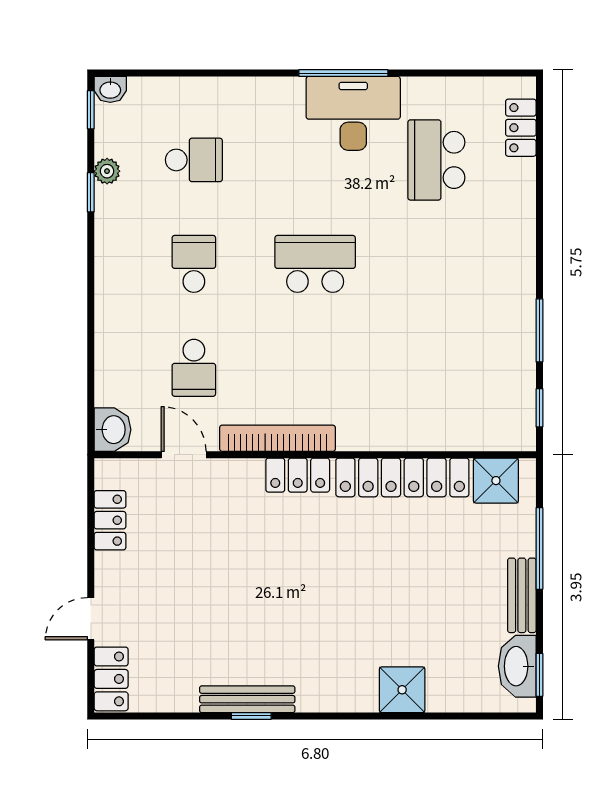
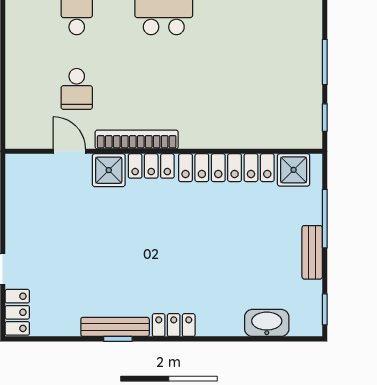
washbasin: (113, 430) -> (18, 133), removed
locker: (110, 520) -> (174, 325), moved, turned -90
washbasin: (517, 666) -> (267, 323), moved, turned 90
shower: (402, 690) -> (109, 170), moved

